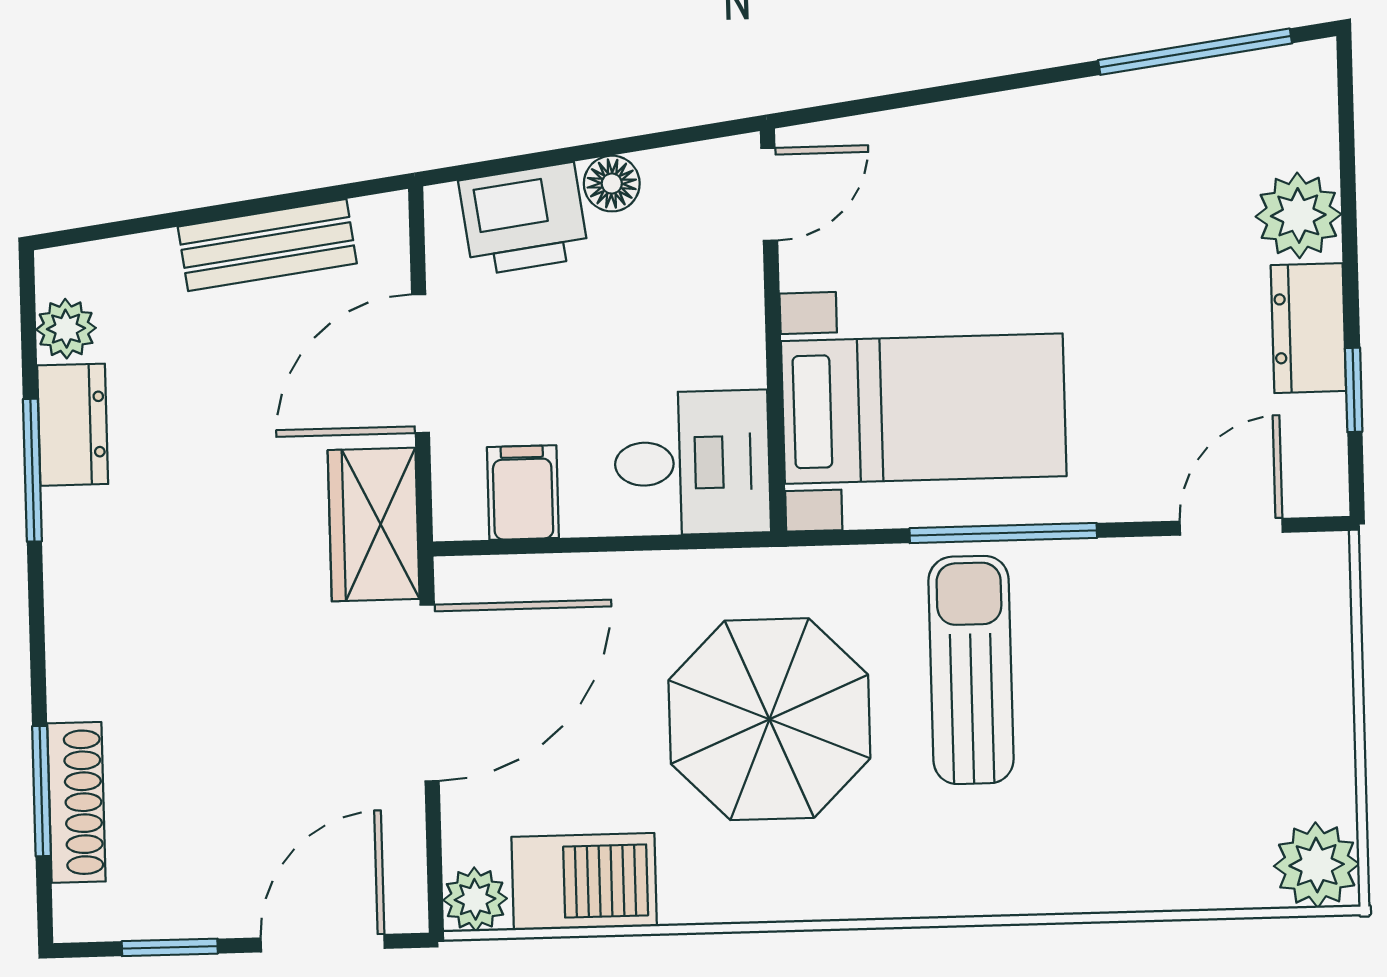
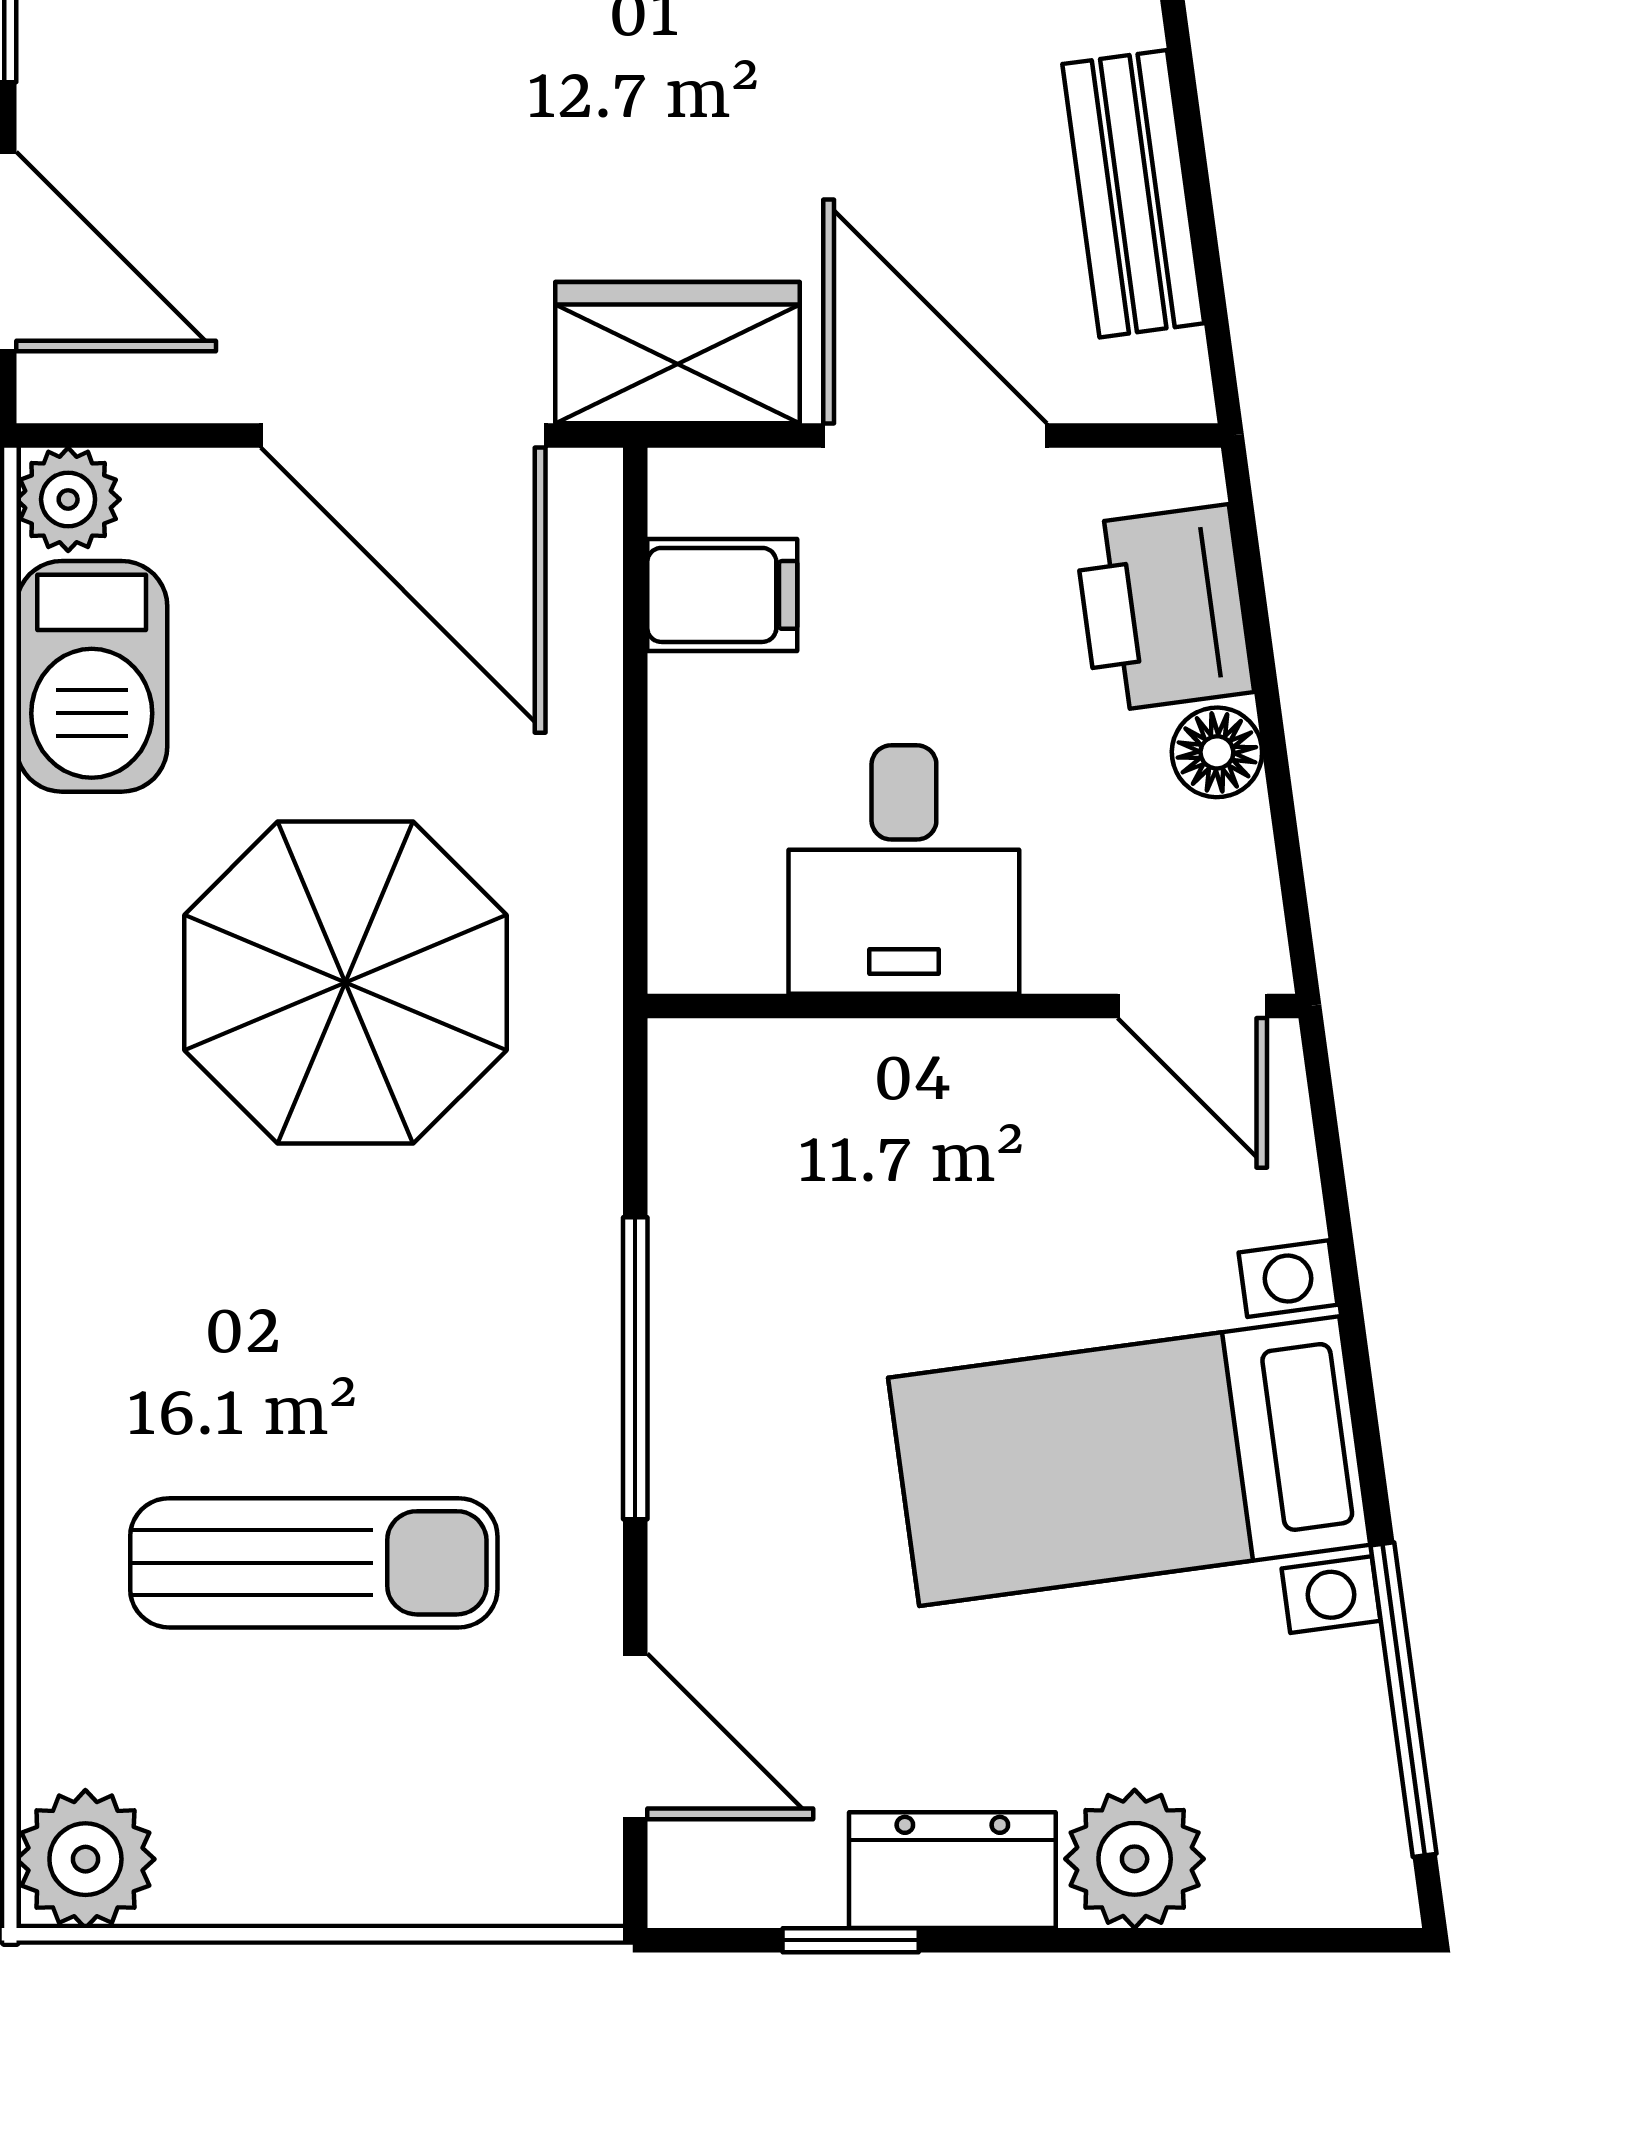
bed with nightstands: (924, 409) -> (1129, 1461), moved, turned 82
desk: (692, 463) -> (904, 869), moved
sun lounger: (971, 670) -> (314, 1563), moved

